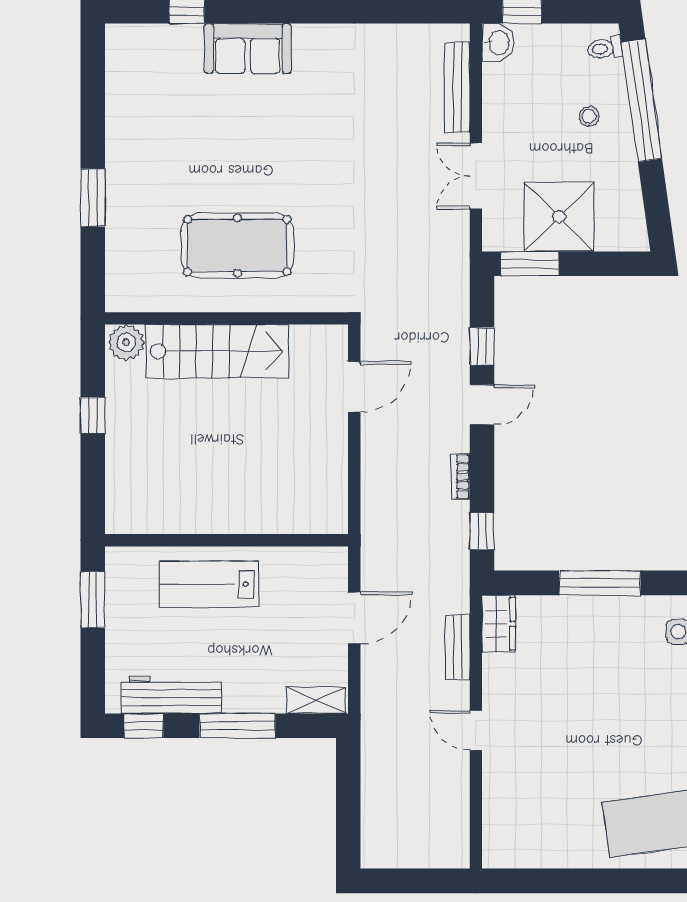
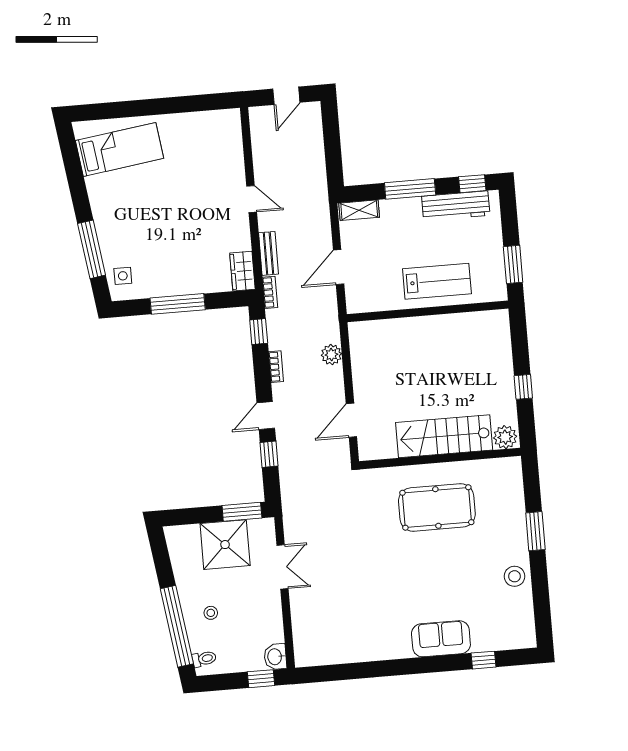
bench: (457, 87) -> (300, 625), removed
stool: (130, 133) -> (515, 576), added
plant: (376, 488) -> (331, 355), added
bookcase: (460, 589) -> (270, 292), added
door: (411, 881) -> (286, 96), added

